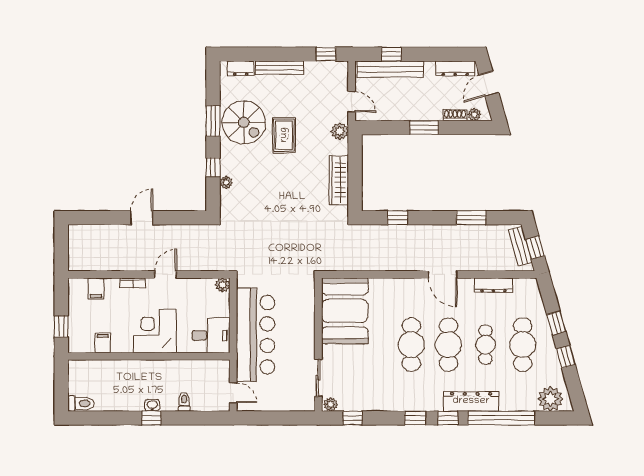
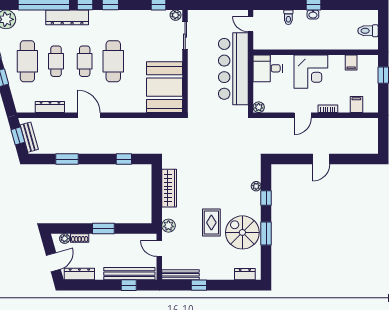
window: (326, 54) -> (199, 285), moved
bench: (279, 68) -> (180, 275), moved
cafe table: (448, 345) -> (85, 61), width x0.73, depth x0.74
toilet: (81, 403) -> (368, 31), moved

